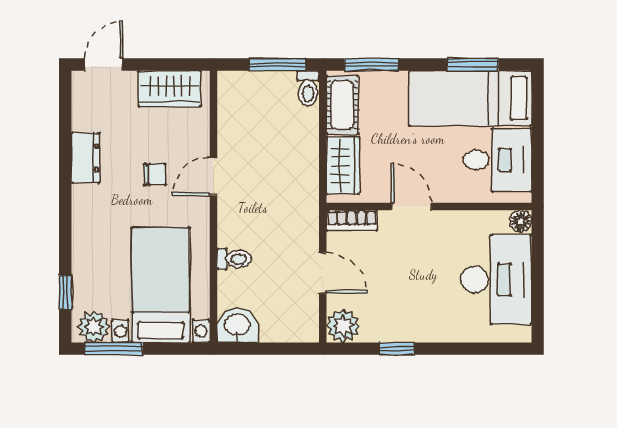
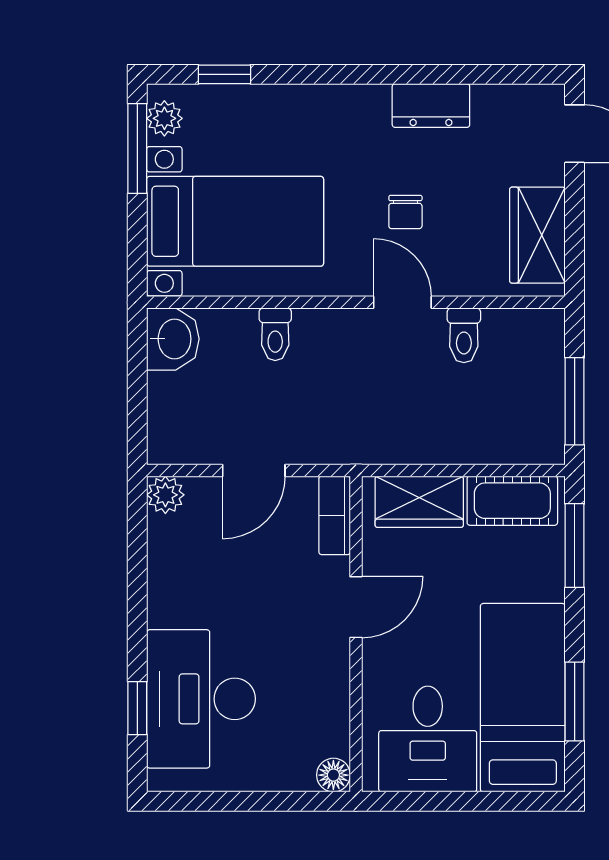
toilet: (308, 88) -> (464, 335), moved, turned -90
desk: (496, 279) -> (201, 699), moved, turned 90
plant: (343, 326) -> (165, 495), width x0.73, depth x0.73
plant: (94, 327) -> (164, 118), width x0.73, depth x0.73
window: (397, 349) -> (137, 708), moved

